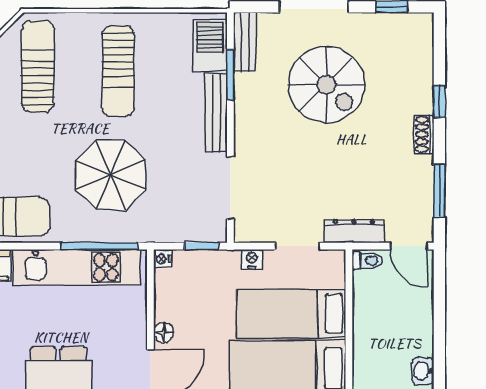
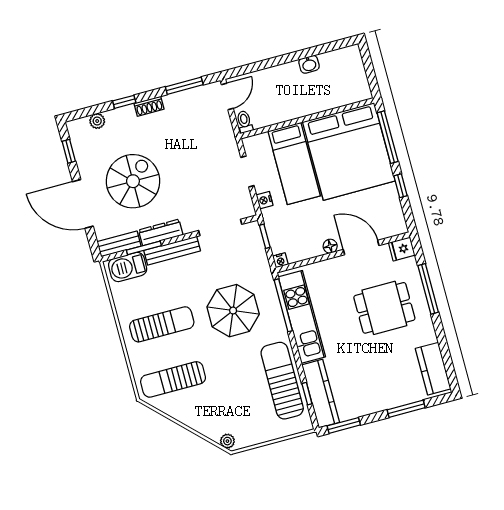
plant: (423, 57) -> (97, 121), added
dresser: (354, 231) -> (161, 232), moved, turned 90

